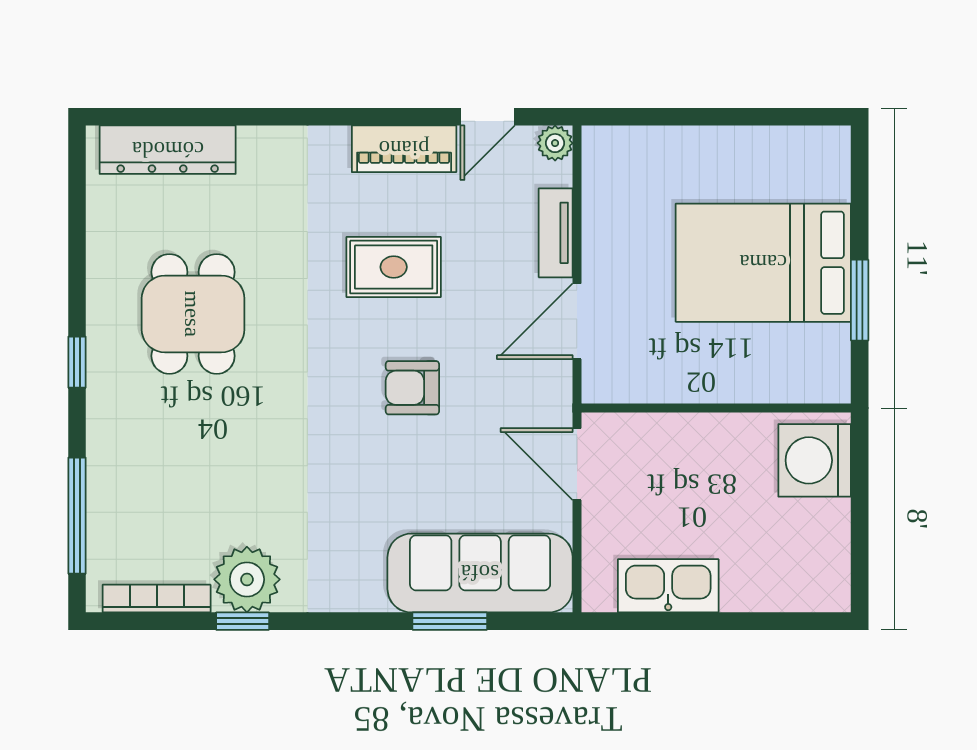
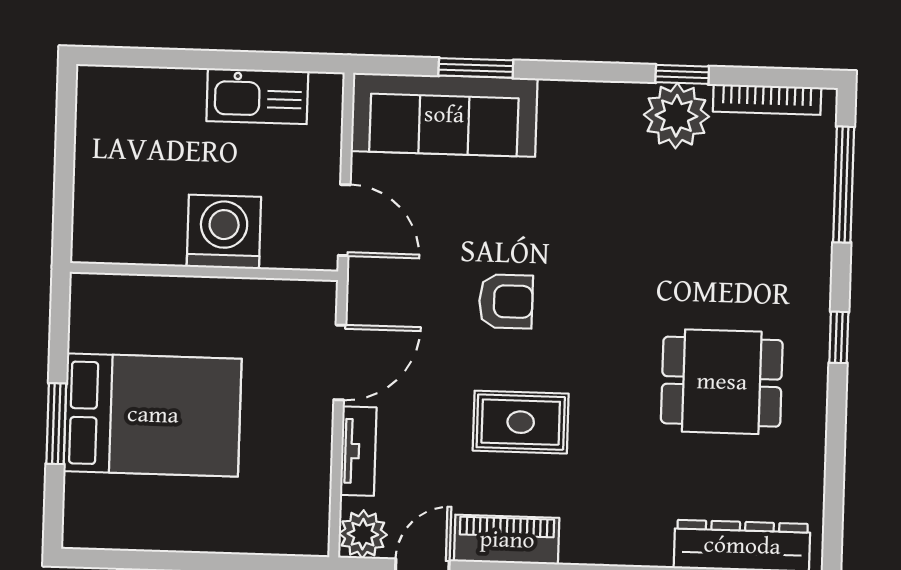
plant: (555, 143) -> (363, 534), width x1.38, depth x1.38
window: (860, 300) -> (56, 424), moved
dining table: (193, 314) -> (722, 382), turned 90
washing machine: (815, 460) -> (224, 232), moved, turned -90

